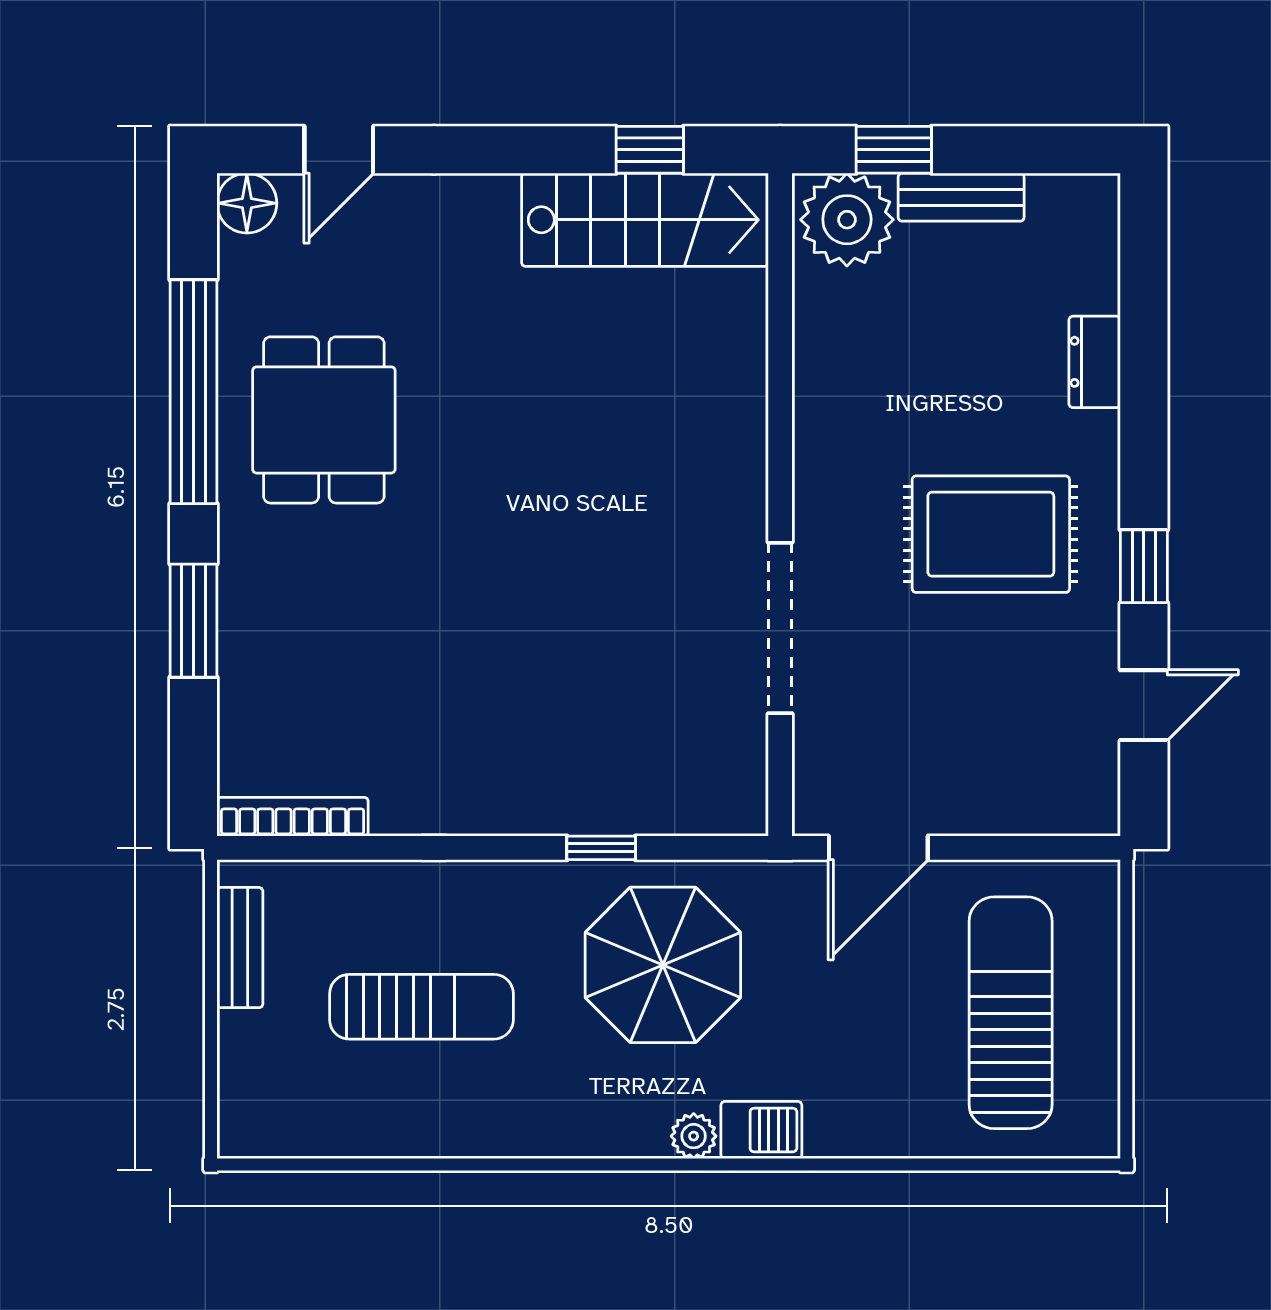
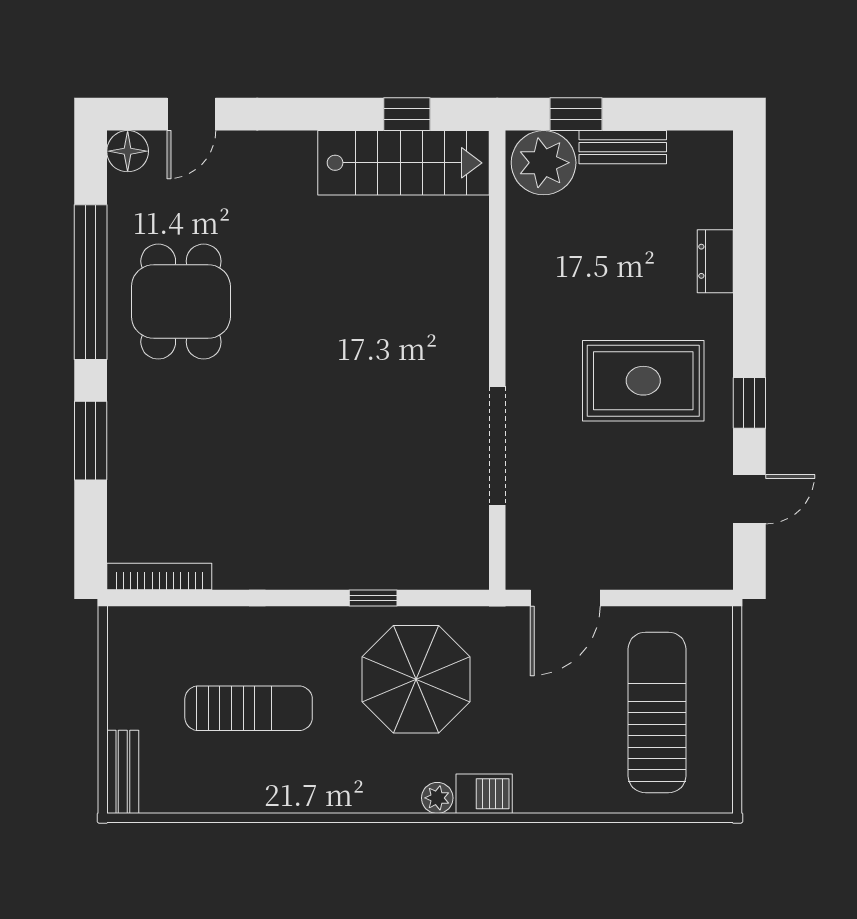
bench: (240, 948) -> (123, 772), moved

